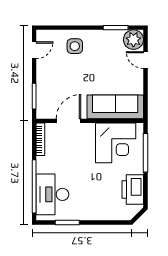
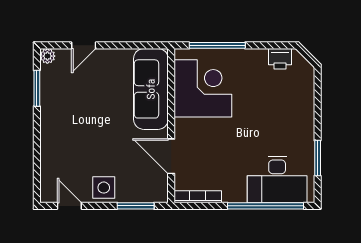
plant: (133, 40) -> (47, 56), width x0.53, depth x0.53
side table: (75, 46) -> (104, 188), moved
printer: (133, 190) -> (280, 59), width x0.53, depth x0.68

